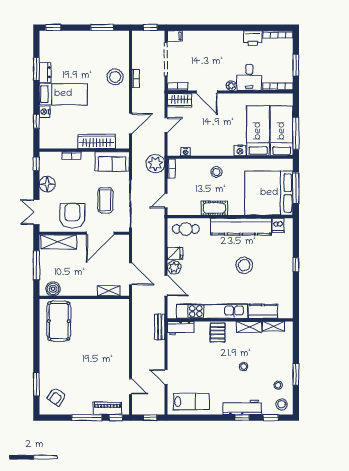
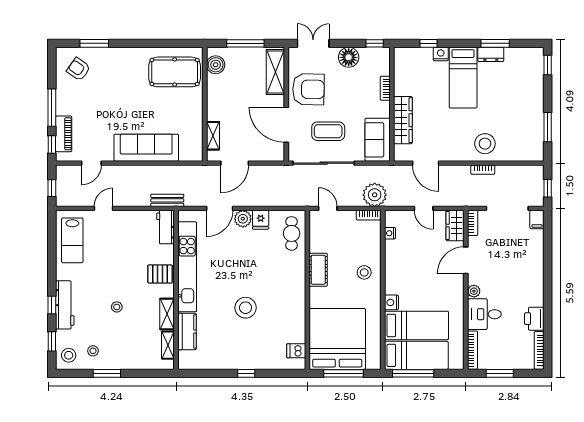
kitchen counter: (241, 227) -> (295, 304), removed
sofa: (118, 343) -> (146, 148), added

